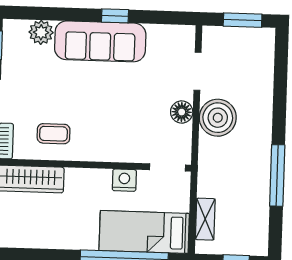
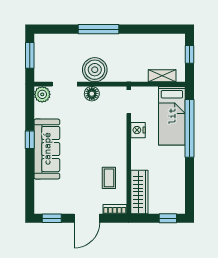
plant: (41, 32) -> (42, 94), moved
window: (277, 175) -> (99, 29), moved

